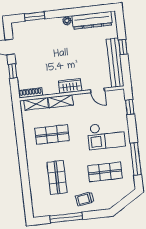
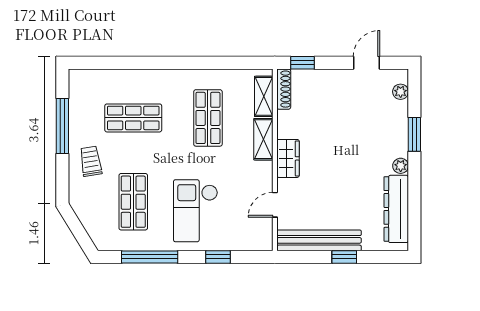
window: (35, 16) -> (414, 134), moved
plant: (24, 26) -> (401, 92), added
window: (13, 71) -> (302, 63), moved
window: (130, 107) -> (218, 257), moved

